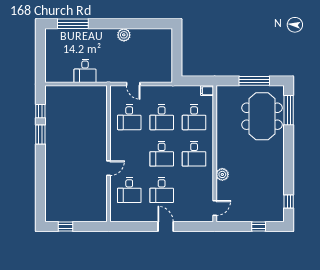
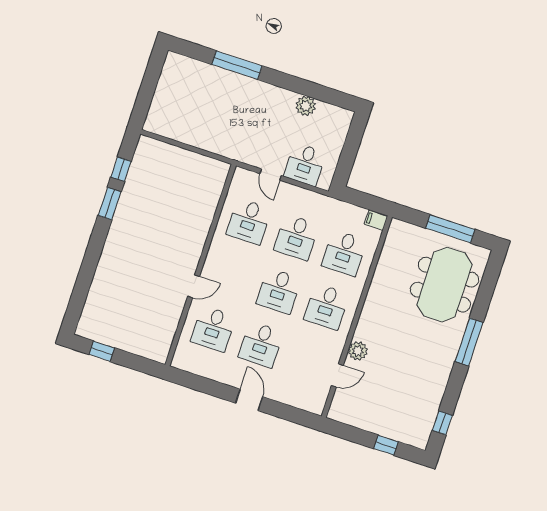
window: (73, 24) -> (237, 65), moved
plant: (124, 35) -> (306, 106), moved
desk: (85, 71) -> (305, 164), moved
window: (289, 110) -> (469, 342), moved
door: (215, 208) -> (337, 375), moved

